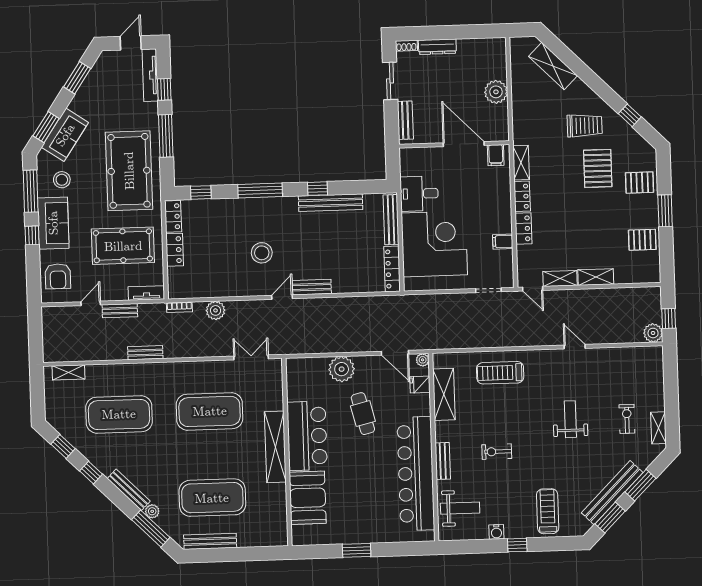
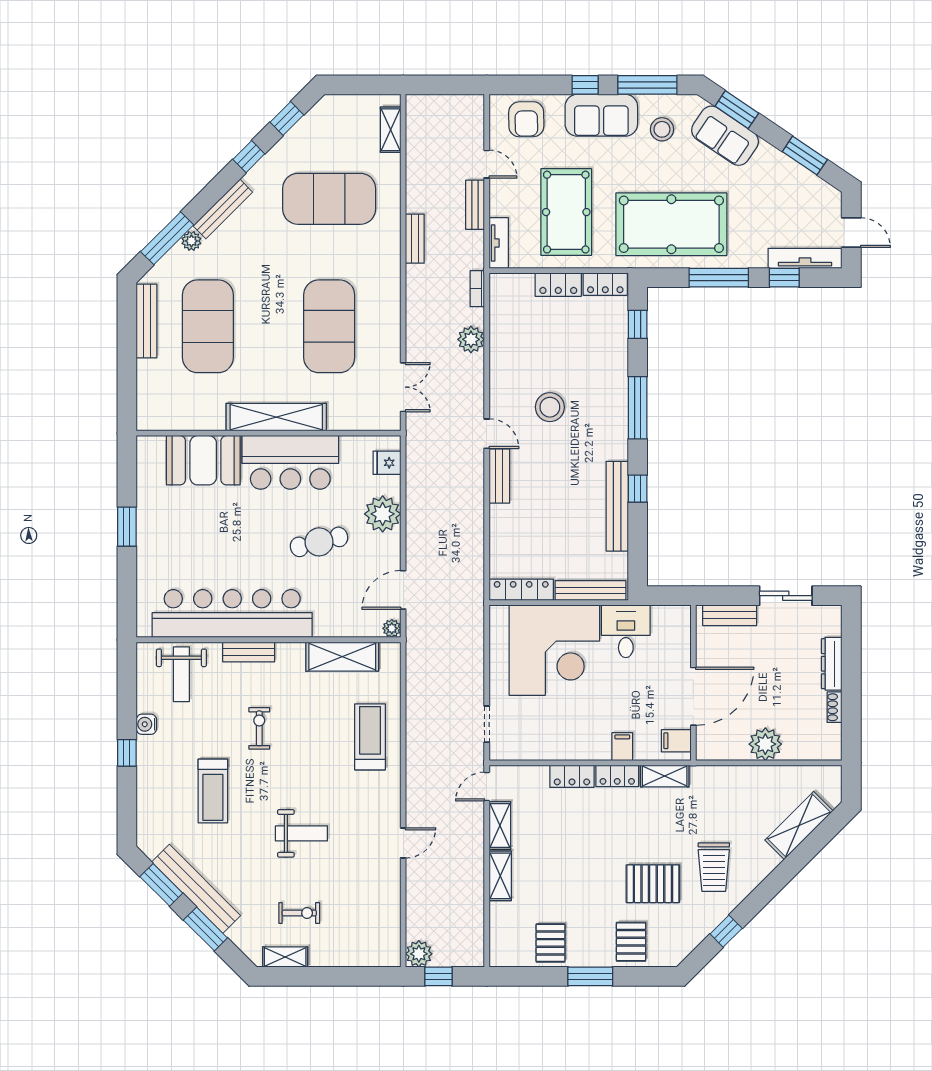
shoe rack: (406, 46) -> (835, 707), moved
filing cabinet: (503, 242) -> (622, 747), moved
armchair: (58, 276) -> (526, 119), turned -91
fridge: (420, 385) -> (387, 463), moved, turned -90
exercise mat: (119, 414) -> (329, 199), turned 90
treadmill: (548, 511) -> (213, 791), moved, turned 90

